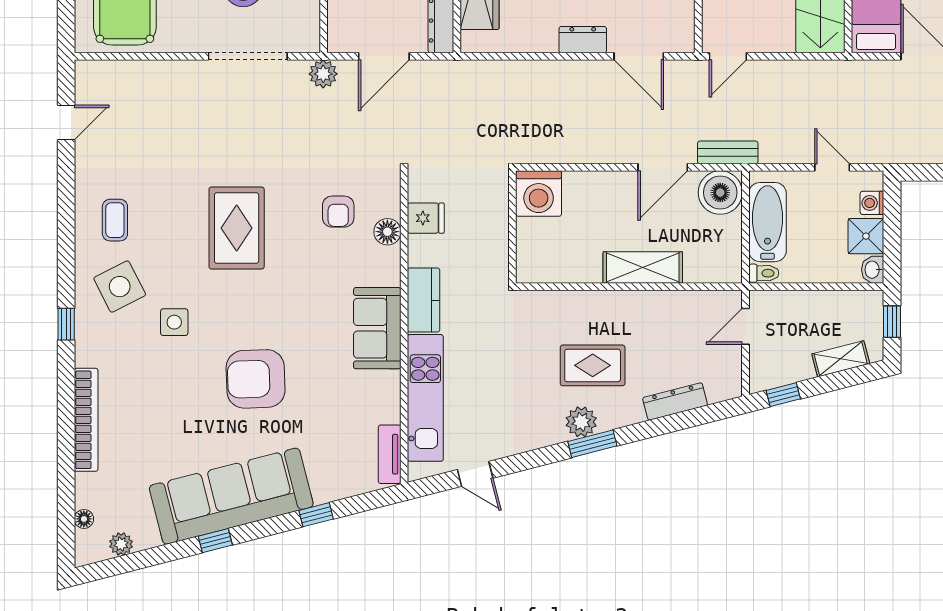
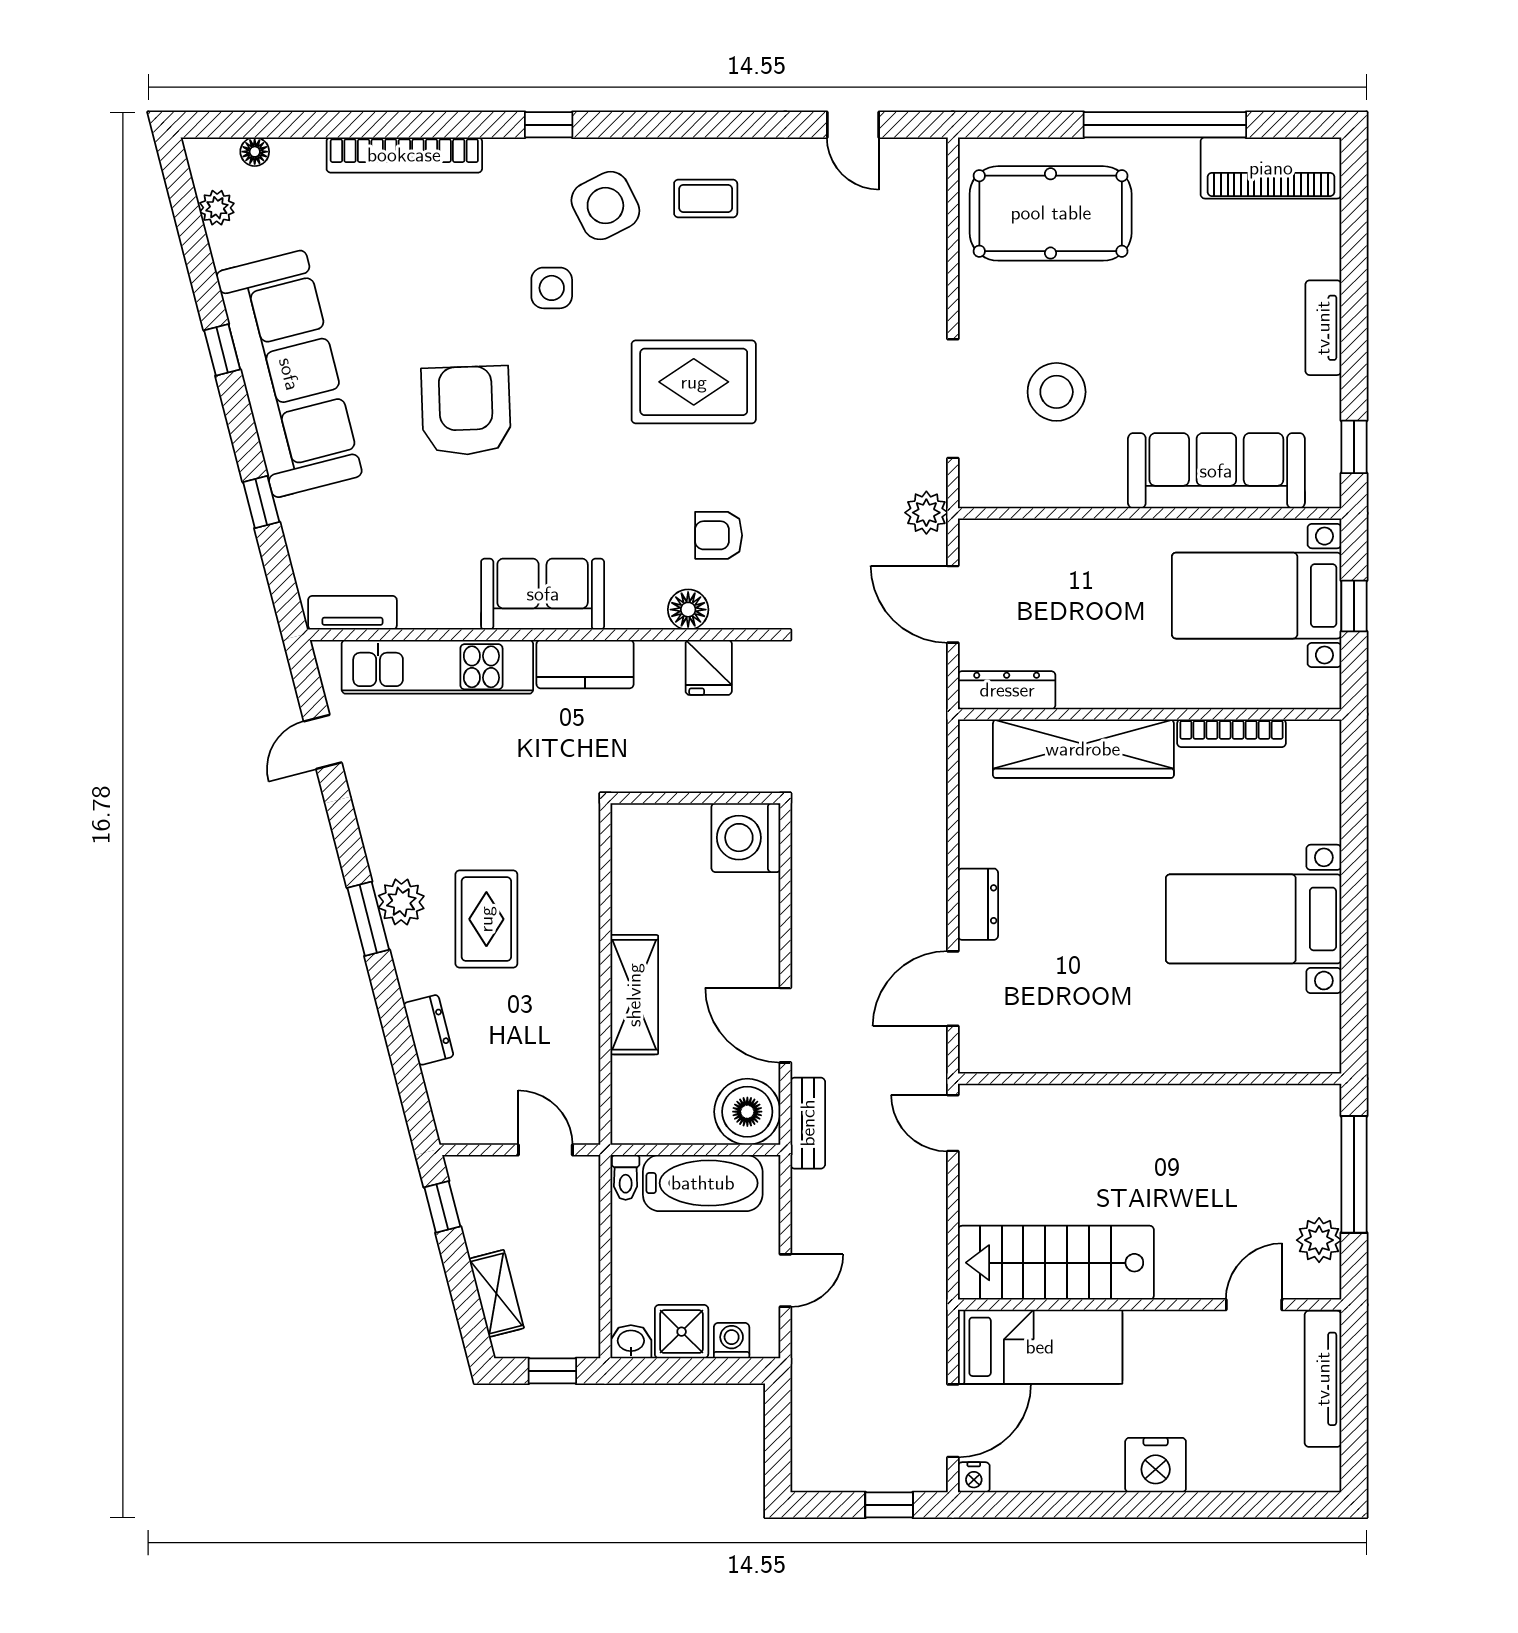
dresser: (675, 401) -> (429, 1030), width x0.70

